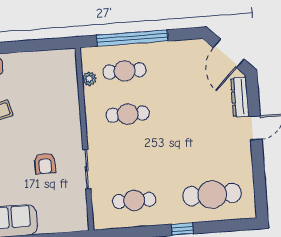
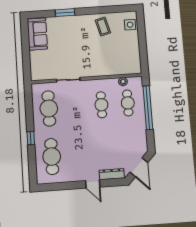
door: (229, 53) -> (139, 167), swing flipped
armchair: (45, 163) -> (72, 55), removed
cafe table: (134, 200) -> (49, 108), width x1.37, depth x1.35

